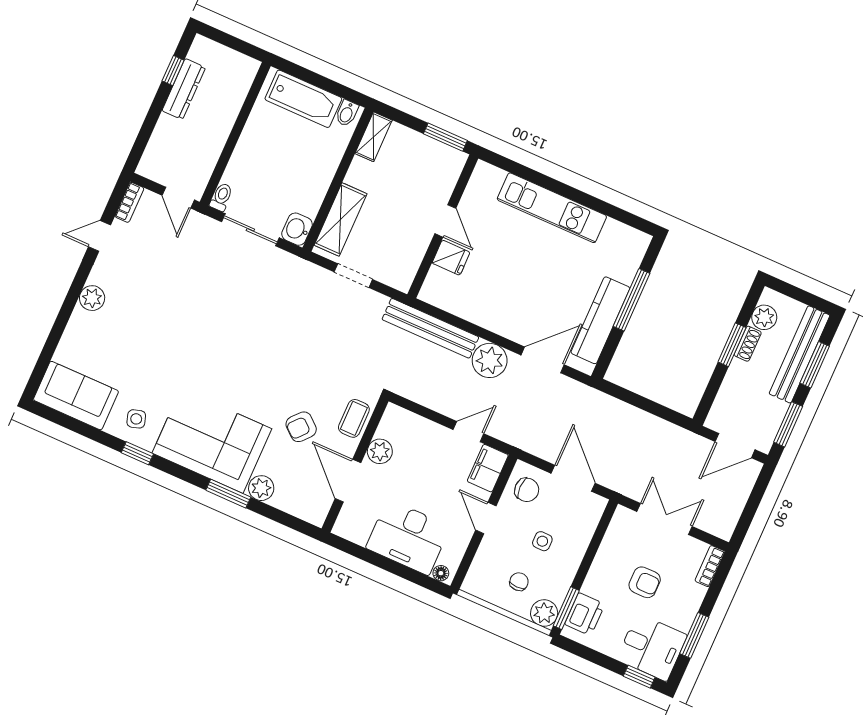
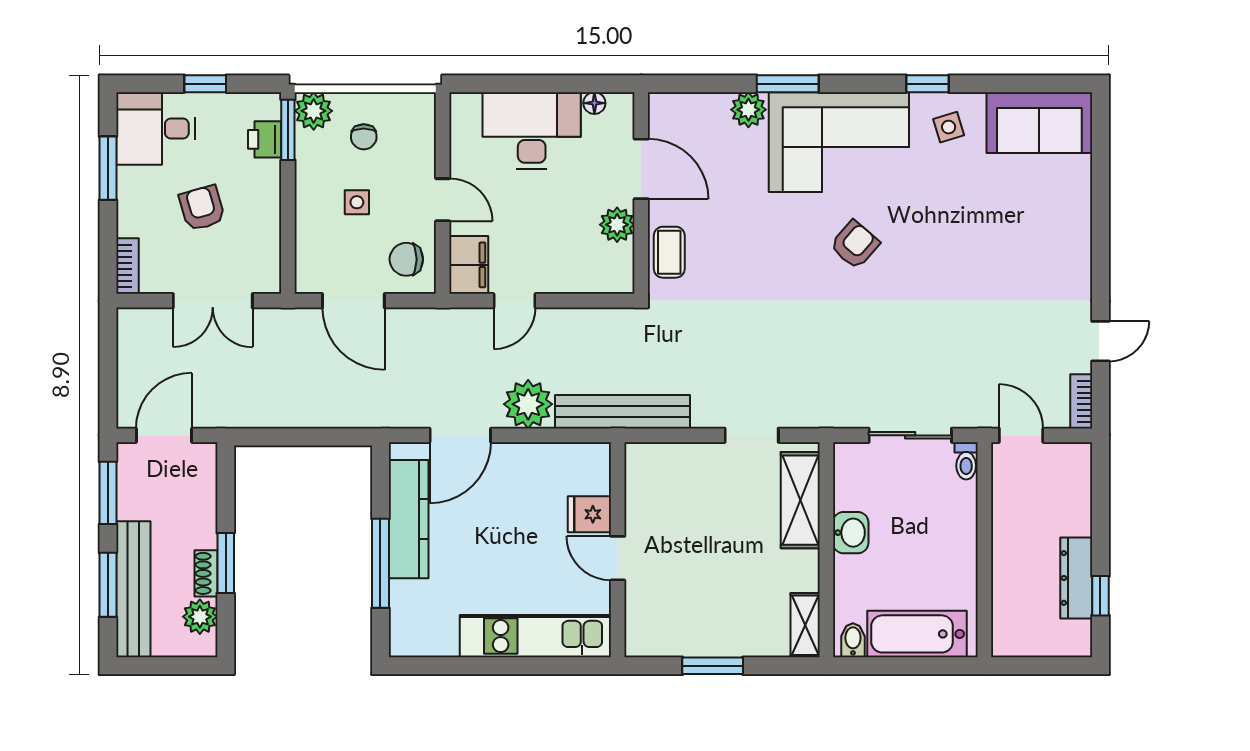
door: (445, 221) -> (618, 558), moved
wall: (443, 226) -> (618, 550), moved
washbasin: (297, 229) -> (851, 533), moved
fridge: (451, 258) -> (589, 514), moved
plant: (92, 298) -> (1074, 257), removed
armchair: (301, 427) -> (855, 245), moved
floor lamp: (441, 573) -> (594, 103), moved
armchair: (645, 582) -> (202, 208), turned 74
printer: (585, 614) -> (265, 139), width x0.73, depth x0.81
window: (639, 677) -> (205, 84), moved

